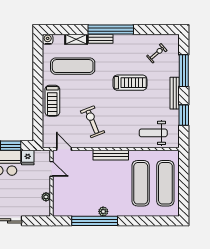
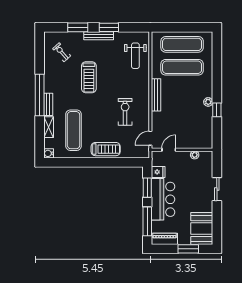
window: (184, 71) -> (78, 27), width x0.69
treadmill: (130, 83) -> (89, 77), turned 180
window: (184, 115) -> (109, 27), moved
exercise bike: (92, 122) -> (125, 112), turned 112
window: (95, 221) -> (217, 110), width x0.32

